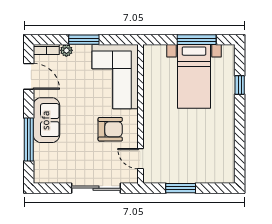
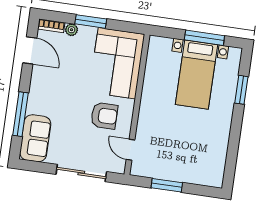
window: (240, 85) -> (241, 90), width x1.50
sofa: (46, 120) -> (35, 138), moved

